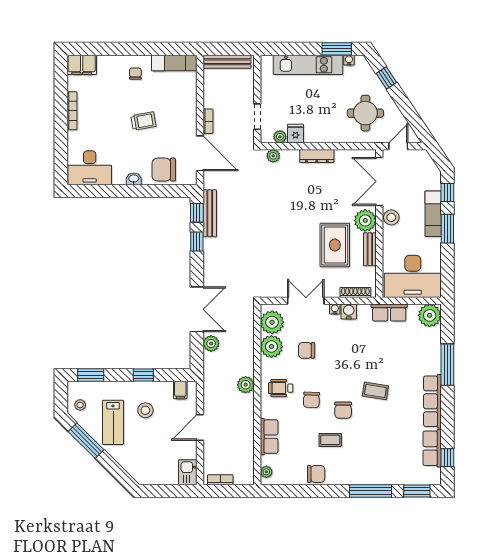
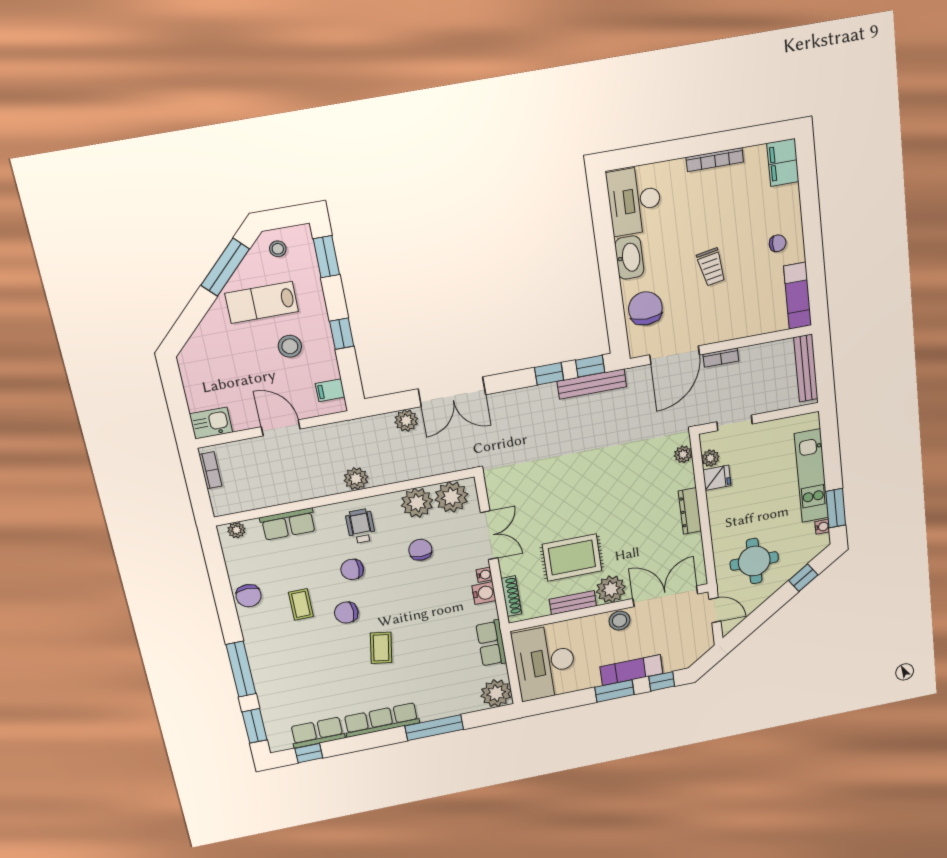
washbasin: (134, 179) -> (629, 258), width x1.91, depth x1.45

